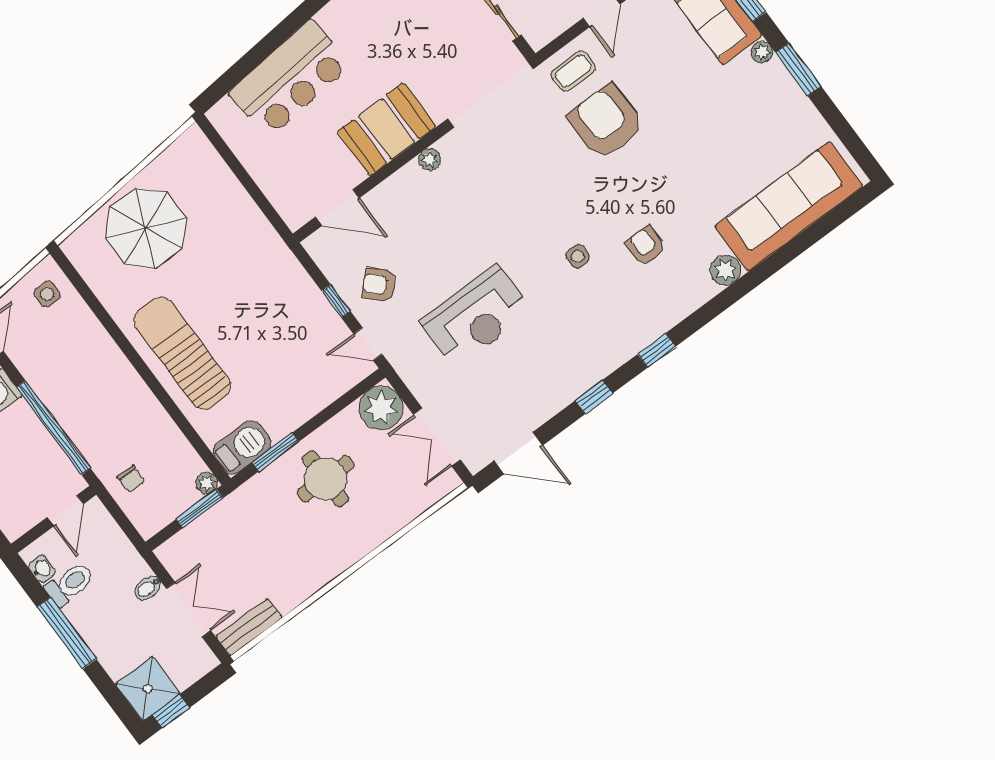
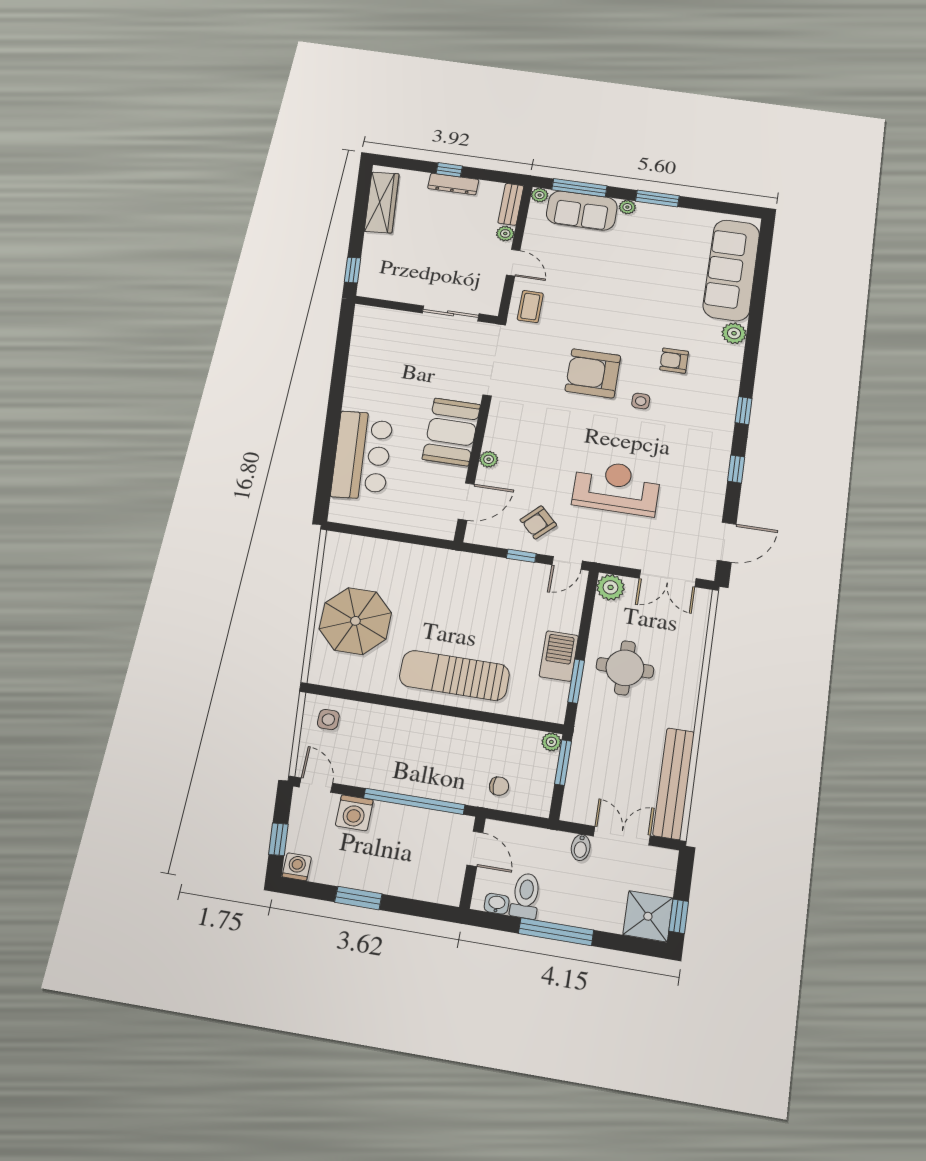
armchair: (606, 122) -> (593, 373), moved
plant: (430, 159) -> (489, 459), moved
reception desk: (476, 316) -> (616, 488), turned -90
plant: (381, 408) -> (611, 587), width x0.73, depth x0.73
barbecue: (242, 447) -> (559, 656), moved
bench: (249, 627) -> (674, 783), width x1.86, depth x1.21

